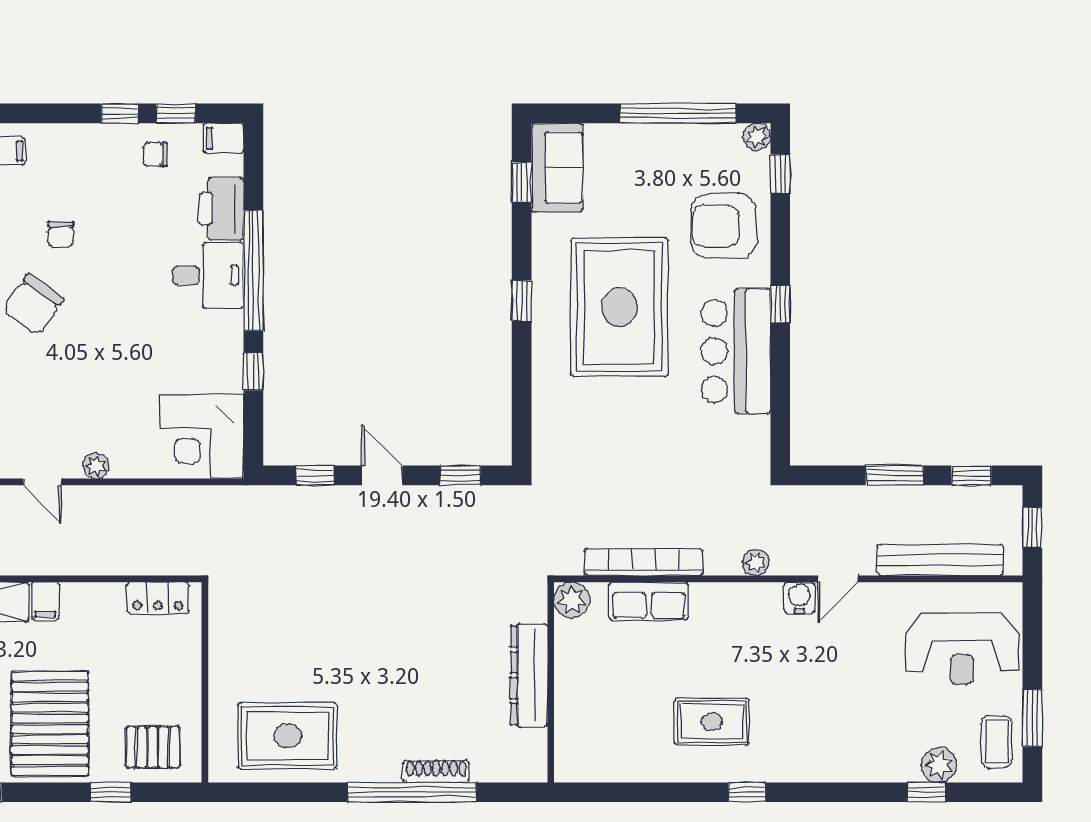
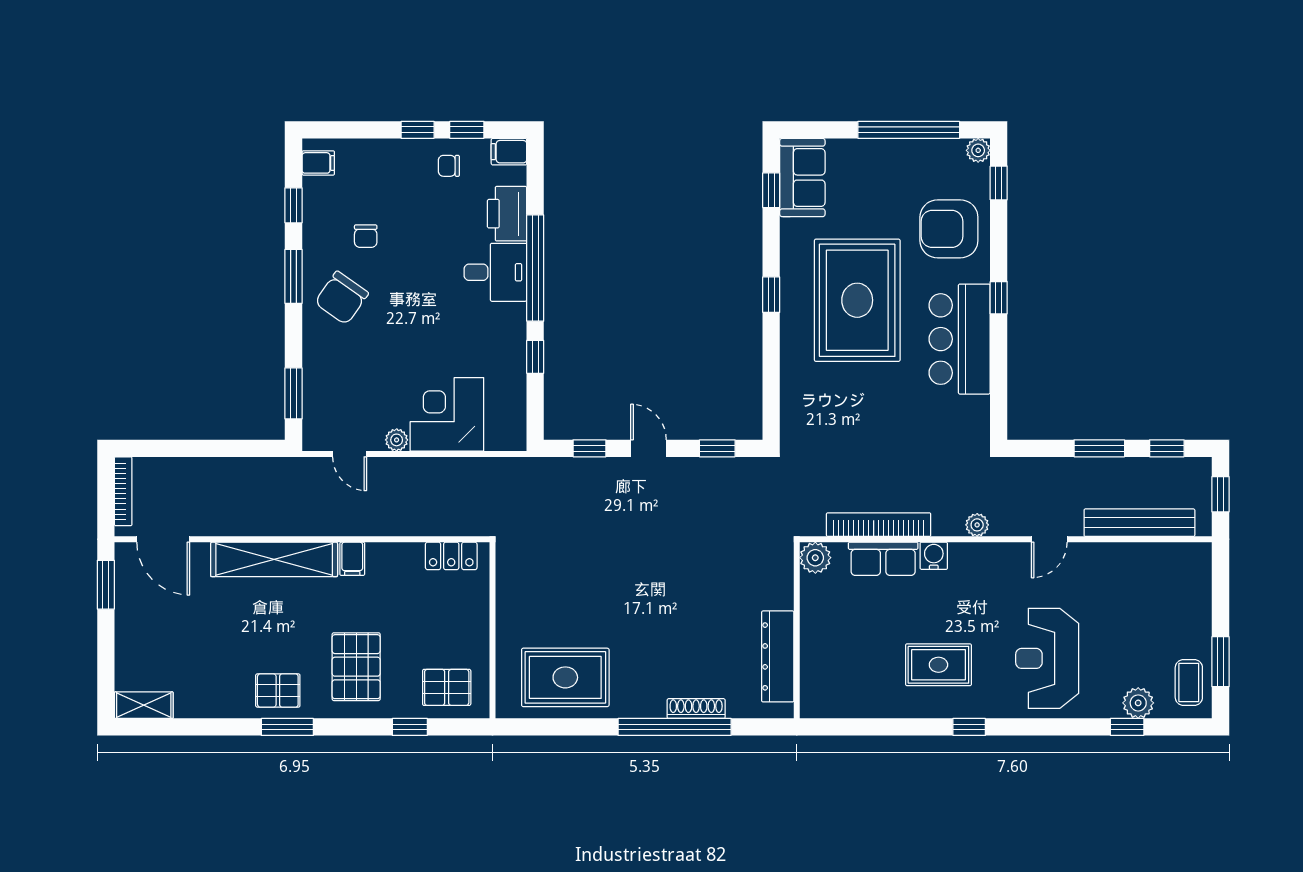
corner desk: (202, 437) -> (447, 414), moved, turned 90
water cooler: (799, 598) -> (934, 556), moved
reception desk: (962, 649) -> (1047, 658), moved, turned 90
dresser: (529, 675) -> (778, 656), moved
pallet: (50, 724) -> (356, 667), width x0.73, depth x0.71

